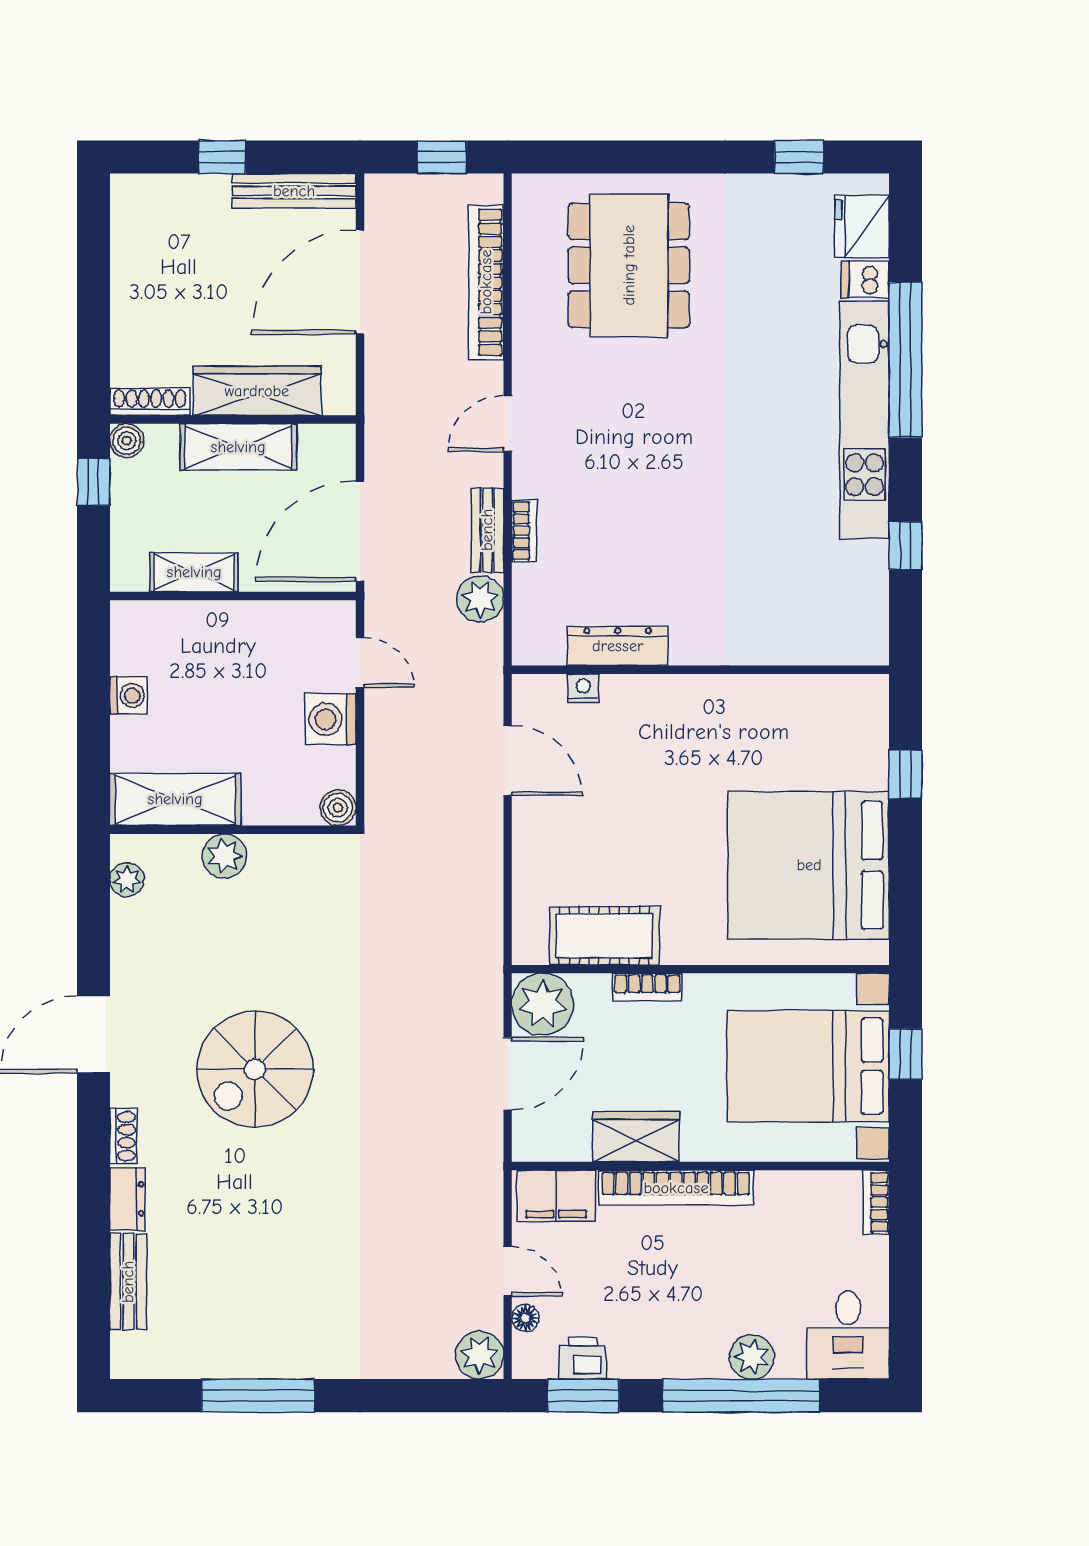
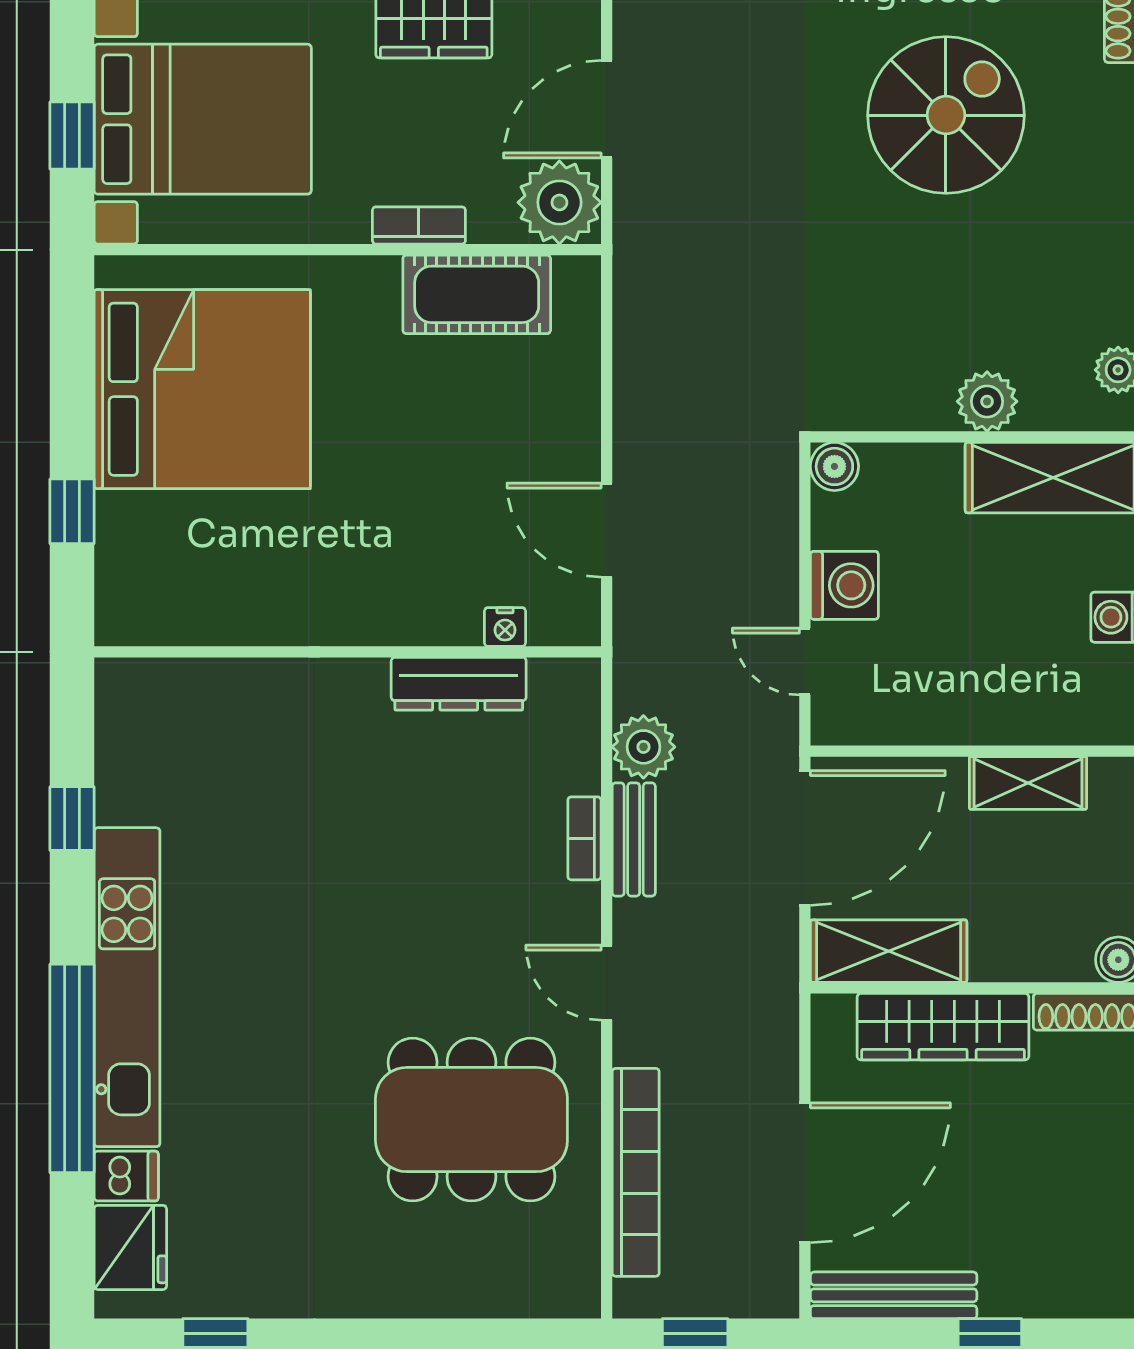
dining table: (629, 265) -> (471, 1120), moved, turned 90
door: (508, 424) -> (607, 983), swing flipped
shelving: (238, 447) -> (889, 951), moved

